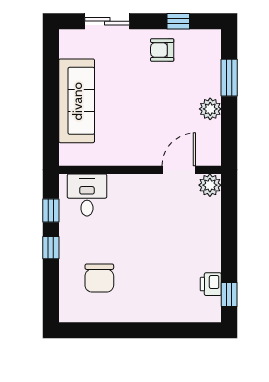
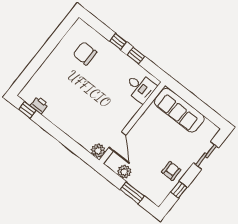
wall: (140, 170) -> (132, 123), moved
door: (179, 170) -> (117, 141), moved
plant: (210, 185) -> (98, 151), moved
desk: (87, 195) -> (140, 87), moved

